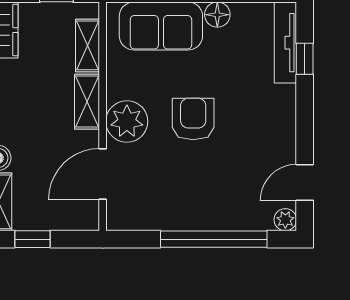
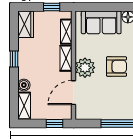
armchair: (193, 119) -> (117, 67), turned 90
window: (33, 239) -> (55, 124), moved

